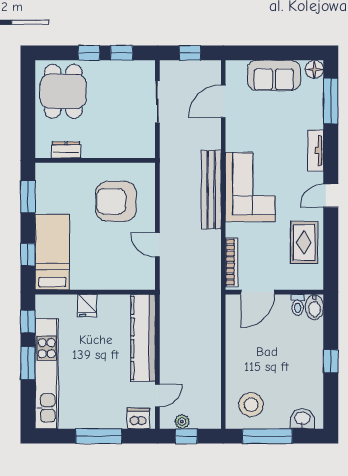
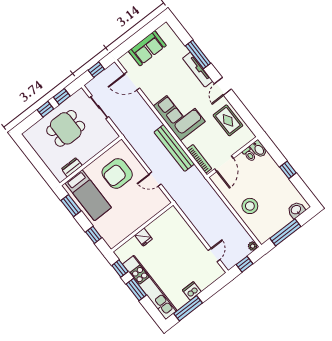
floor lamp: (314, 69) -> (165, 29), removed
dining table: (63, 91) -> (66, 128), moved, turned 90
door: (223, 101) -> (132, 81), hinge flipped
window: (331, 101) -> (198, 54), moved
tv unit: (316, 151) -> (198, 70), width x1.41
bench: (211, 190) -> (174, 148), moved
bed: (52, 252) -> (88, 195), moved, turned 180
kitchen counter: (143, 338) -> (184, 232), removed
stool: (251, 405) -> (250, 206), moved
dishwasher: (138, 419) -> (192, 291), moved
plant: (182, 422) -> (253, 246), moved
window: (99, 436) -> (188, 308), moved

